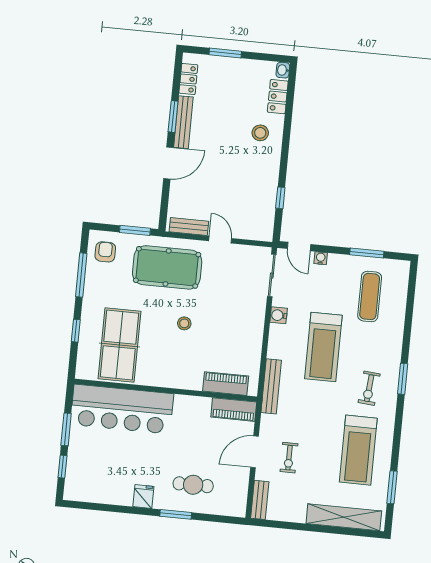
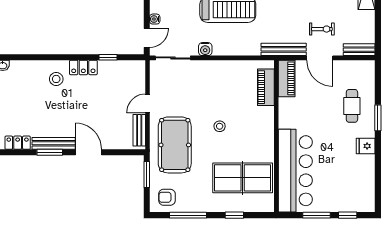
locker: (278, 97) -> (83, 67), moved
bench: (271, 386) -> (284, 49), moved

